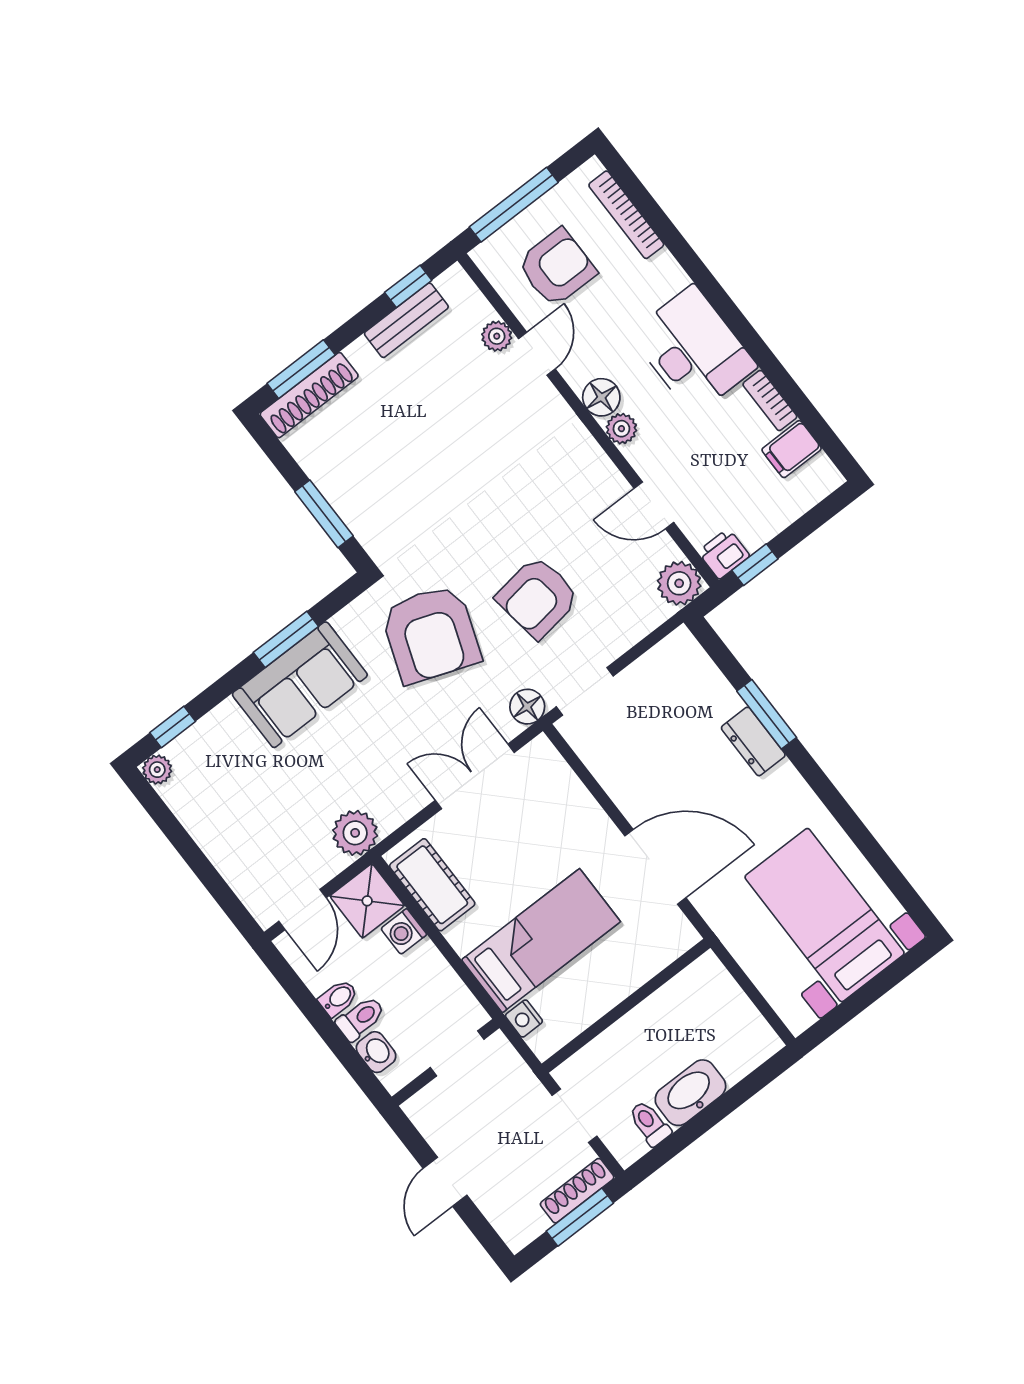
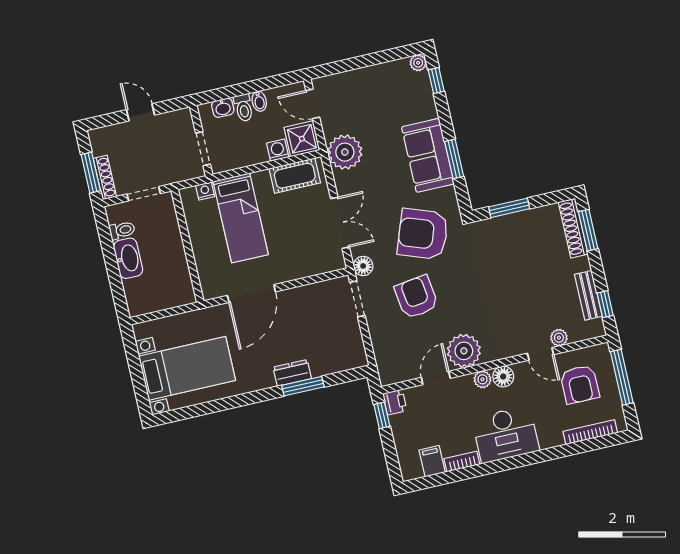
plant: (679, 583) -> (464, 351), moved, width x1.36, depth x1.36
plant: (355, 833) -> (345, 152), width x1.36, depth x1.36

